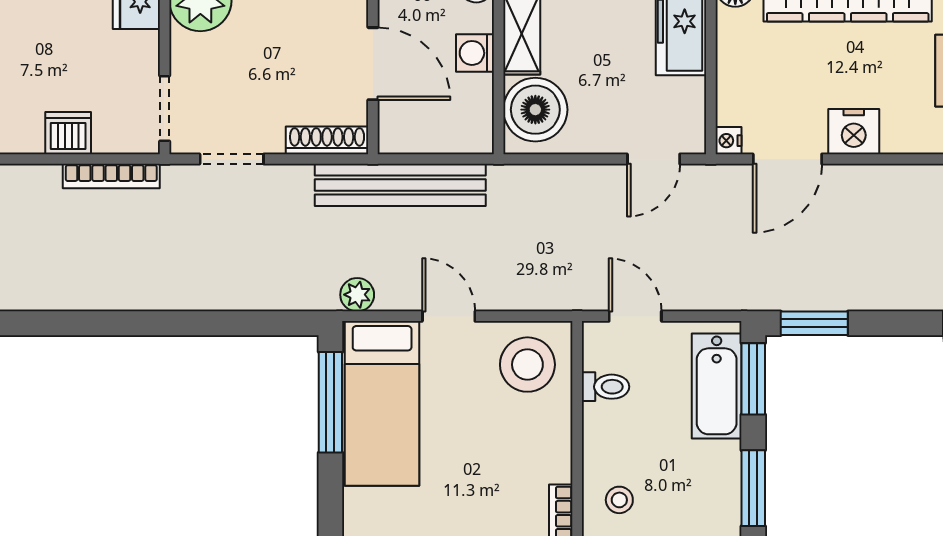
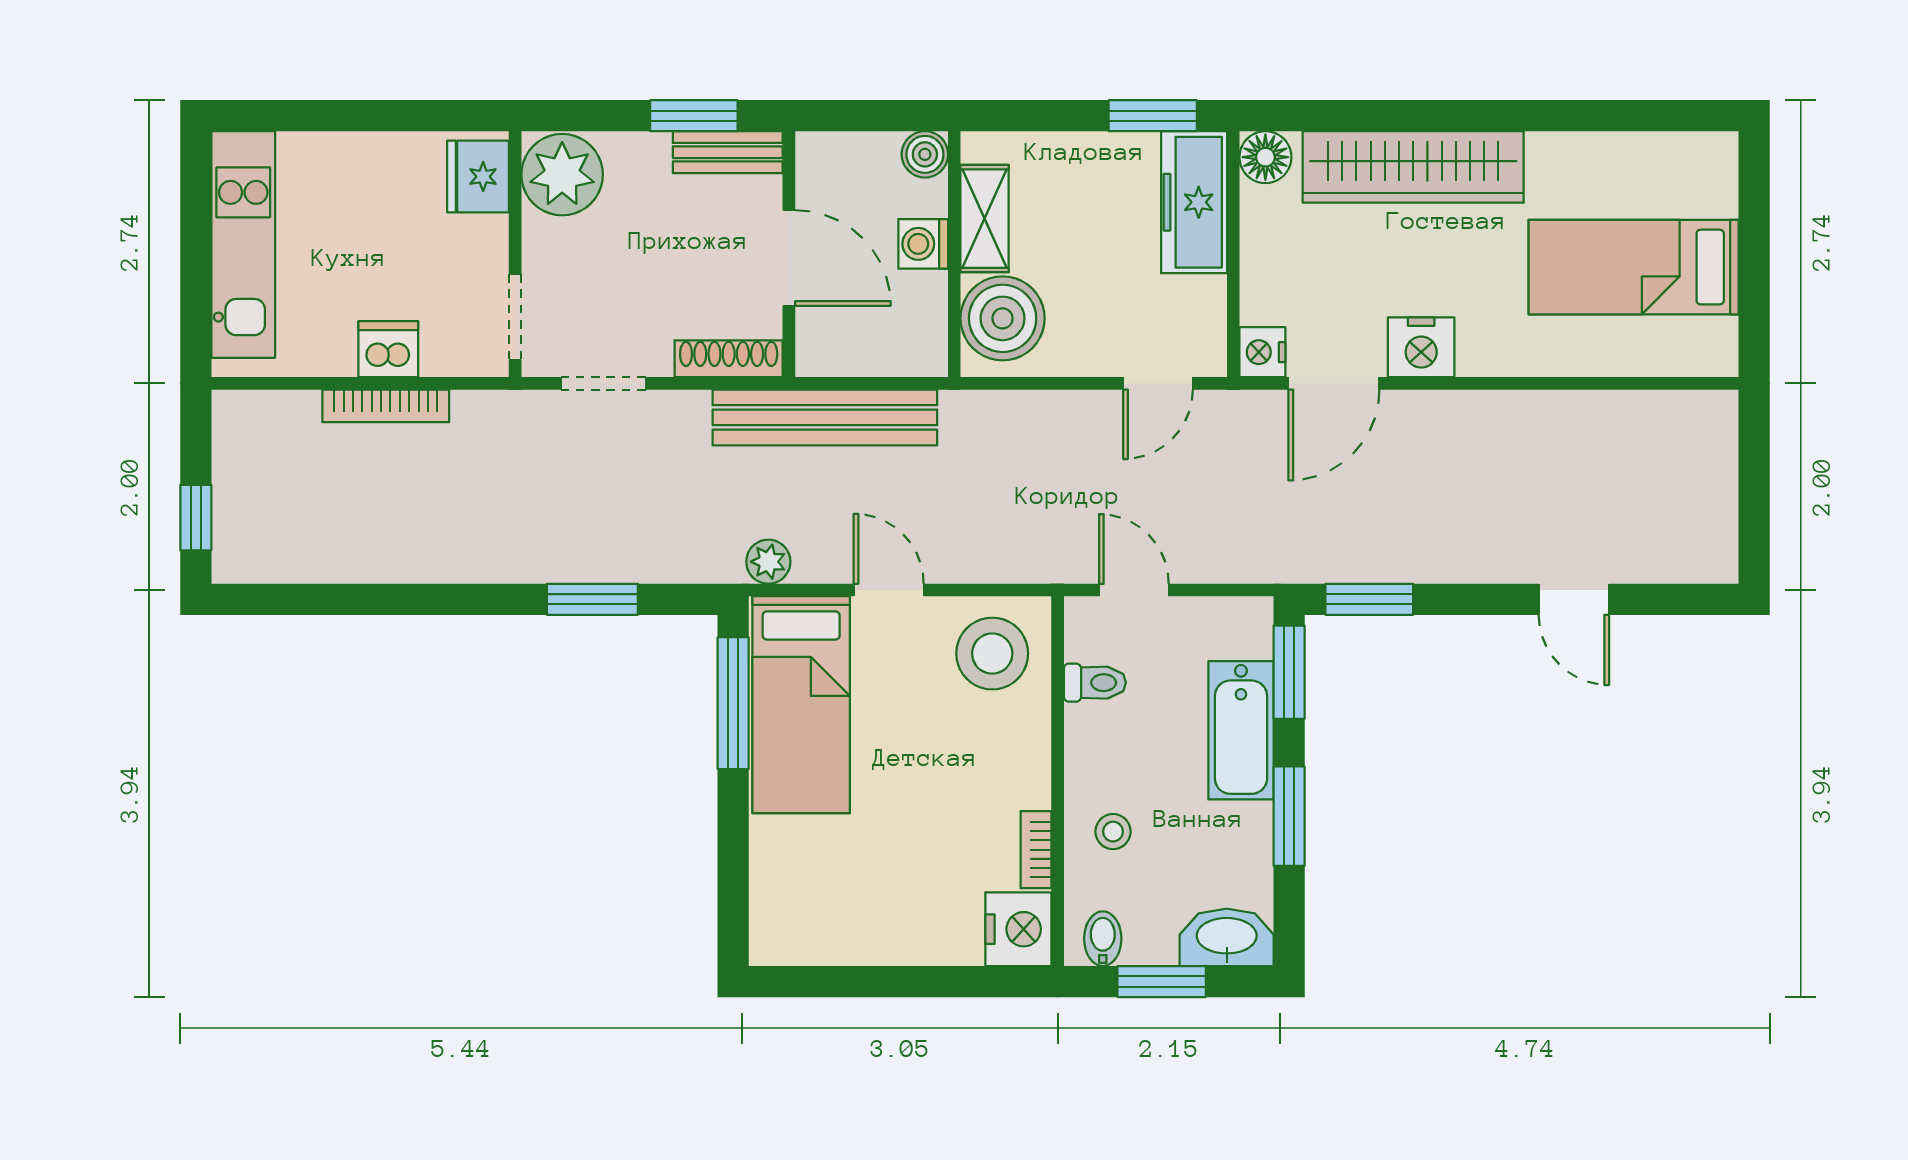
nightstand: (728, 141) -> (1262, 352), width x1.39, depth x1.35
bookcase: (111, 176) -> (386, 406), moved
window: (223, 323) -> (592, 599), added
bathtub: (717, 386) -> (1241, 730), moved

